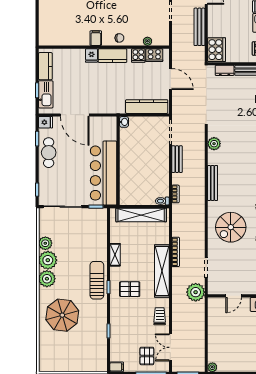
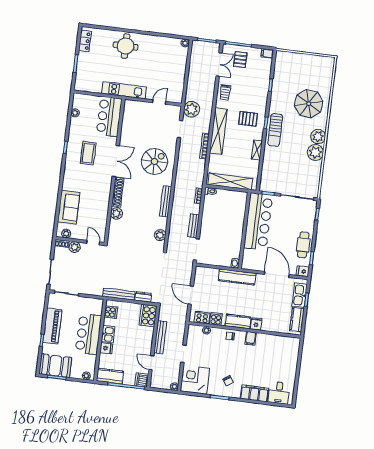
kitchen counter: (147, 107) -> (237, 277), moved
plant: (45, 243) -> (316, 167), removed

